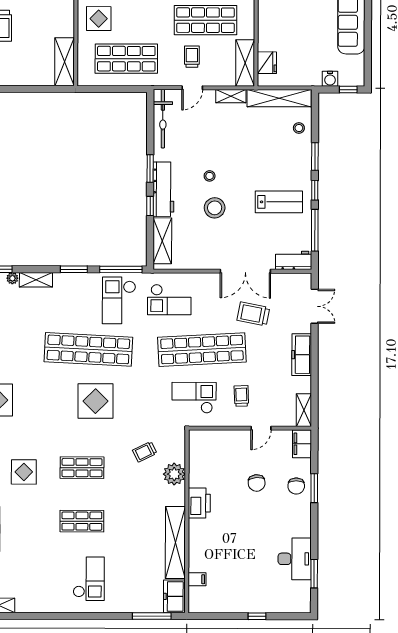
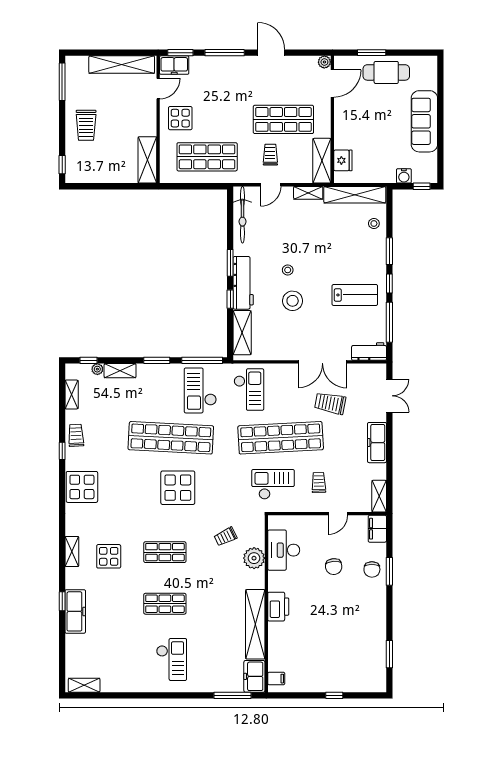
checkout: (169, 300) -> (249, 390), turned -90
printer: (199, 503) -> (278, 607), moved
desk: (295, 559) -> (284, 550), moved, turned 180
filing cabinet: (197, 579) -> (276, 679), moved

